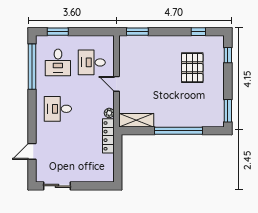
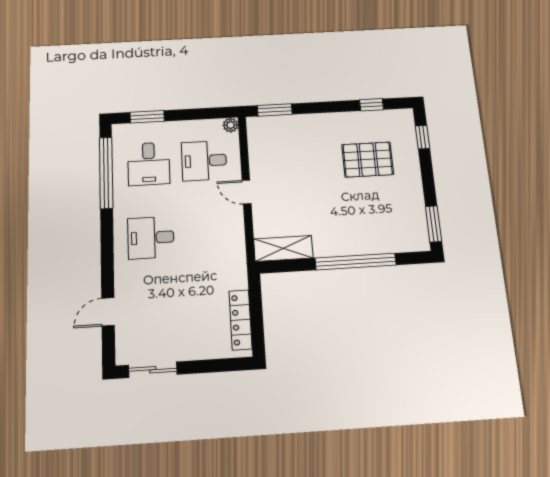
pallet: (192, 68) -> (368, 160), turned 90
plant: (109, 113) -> (231, 125), moved
locker: (108, 136) -> (241, 320), moved

